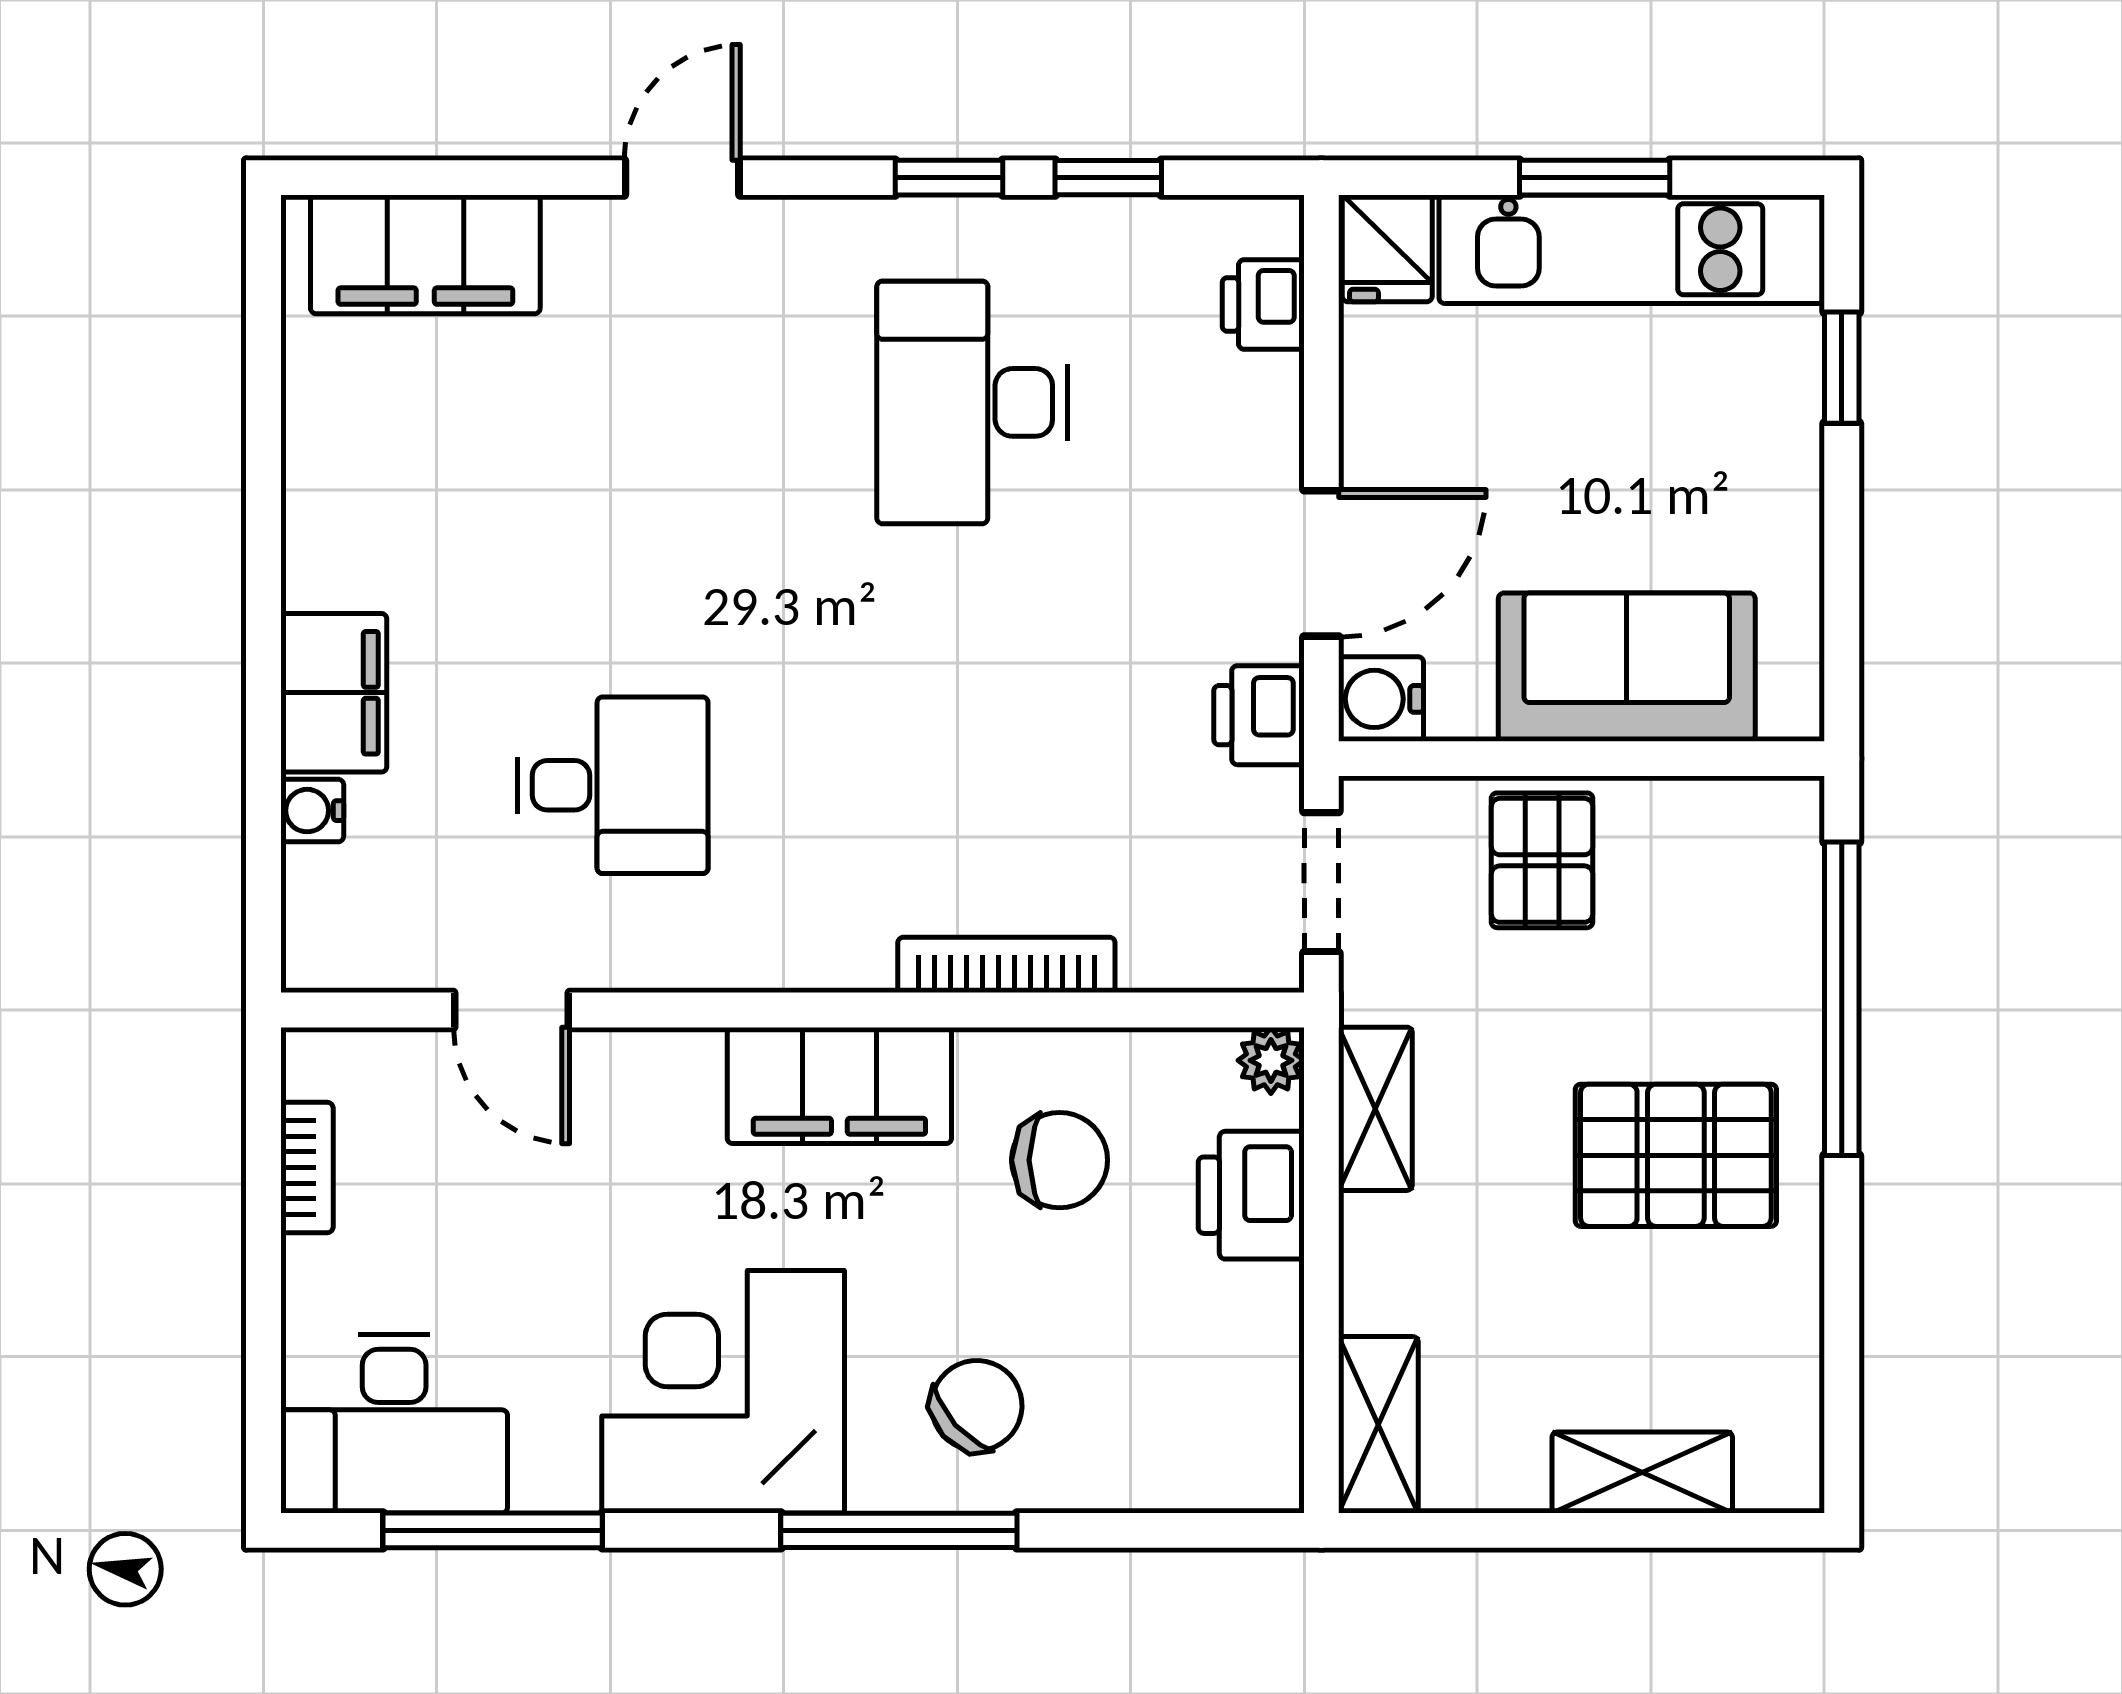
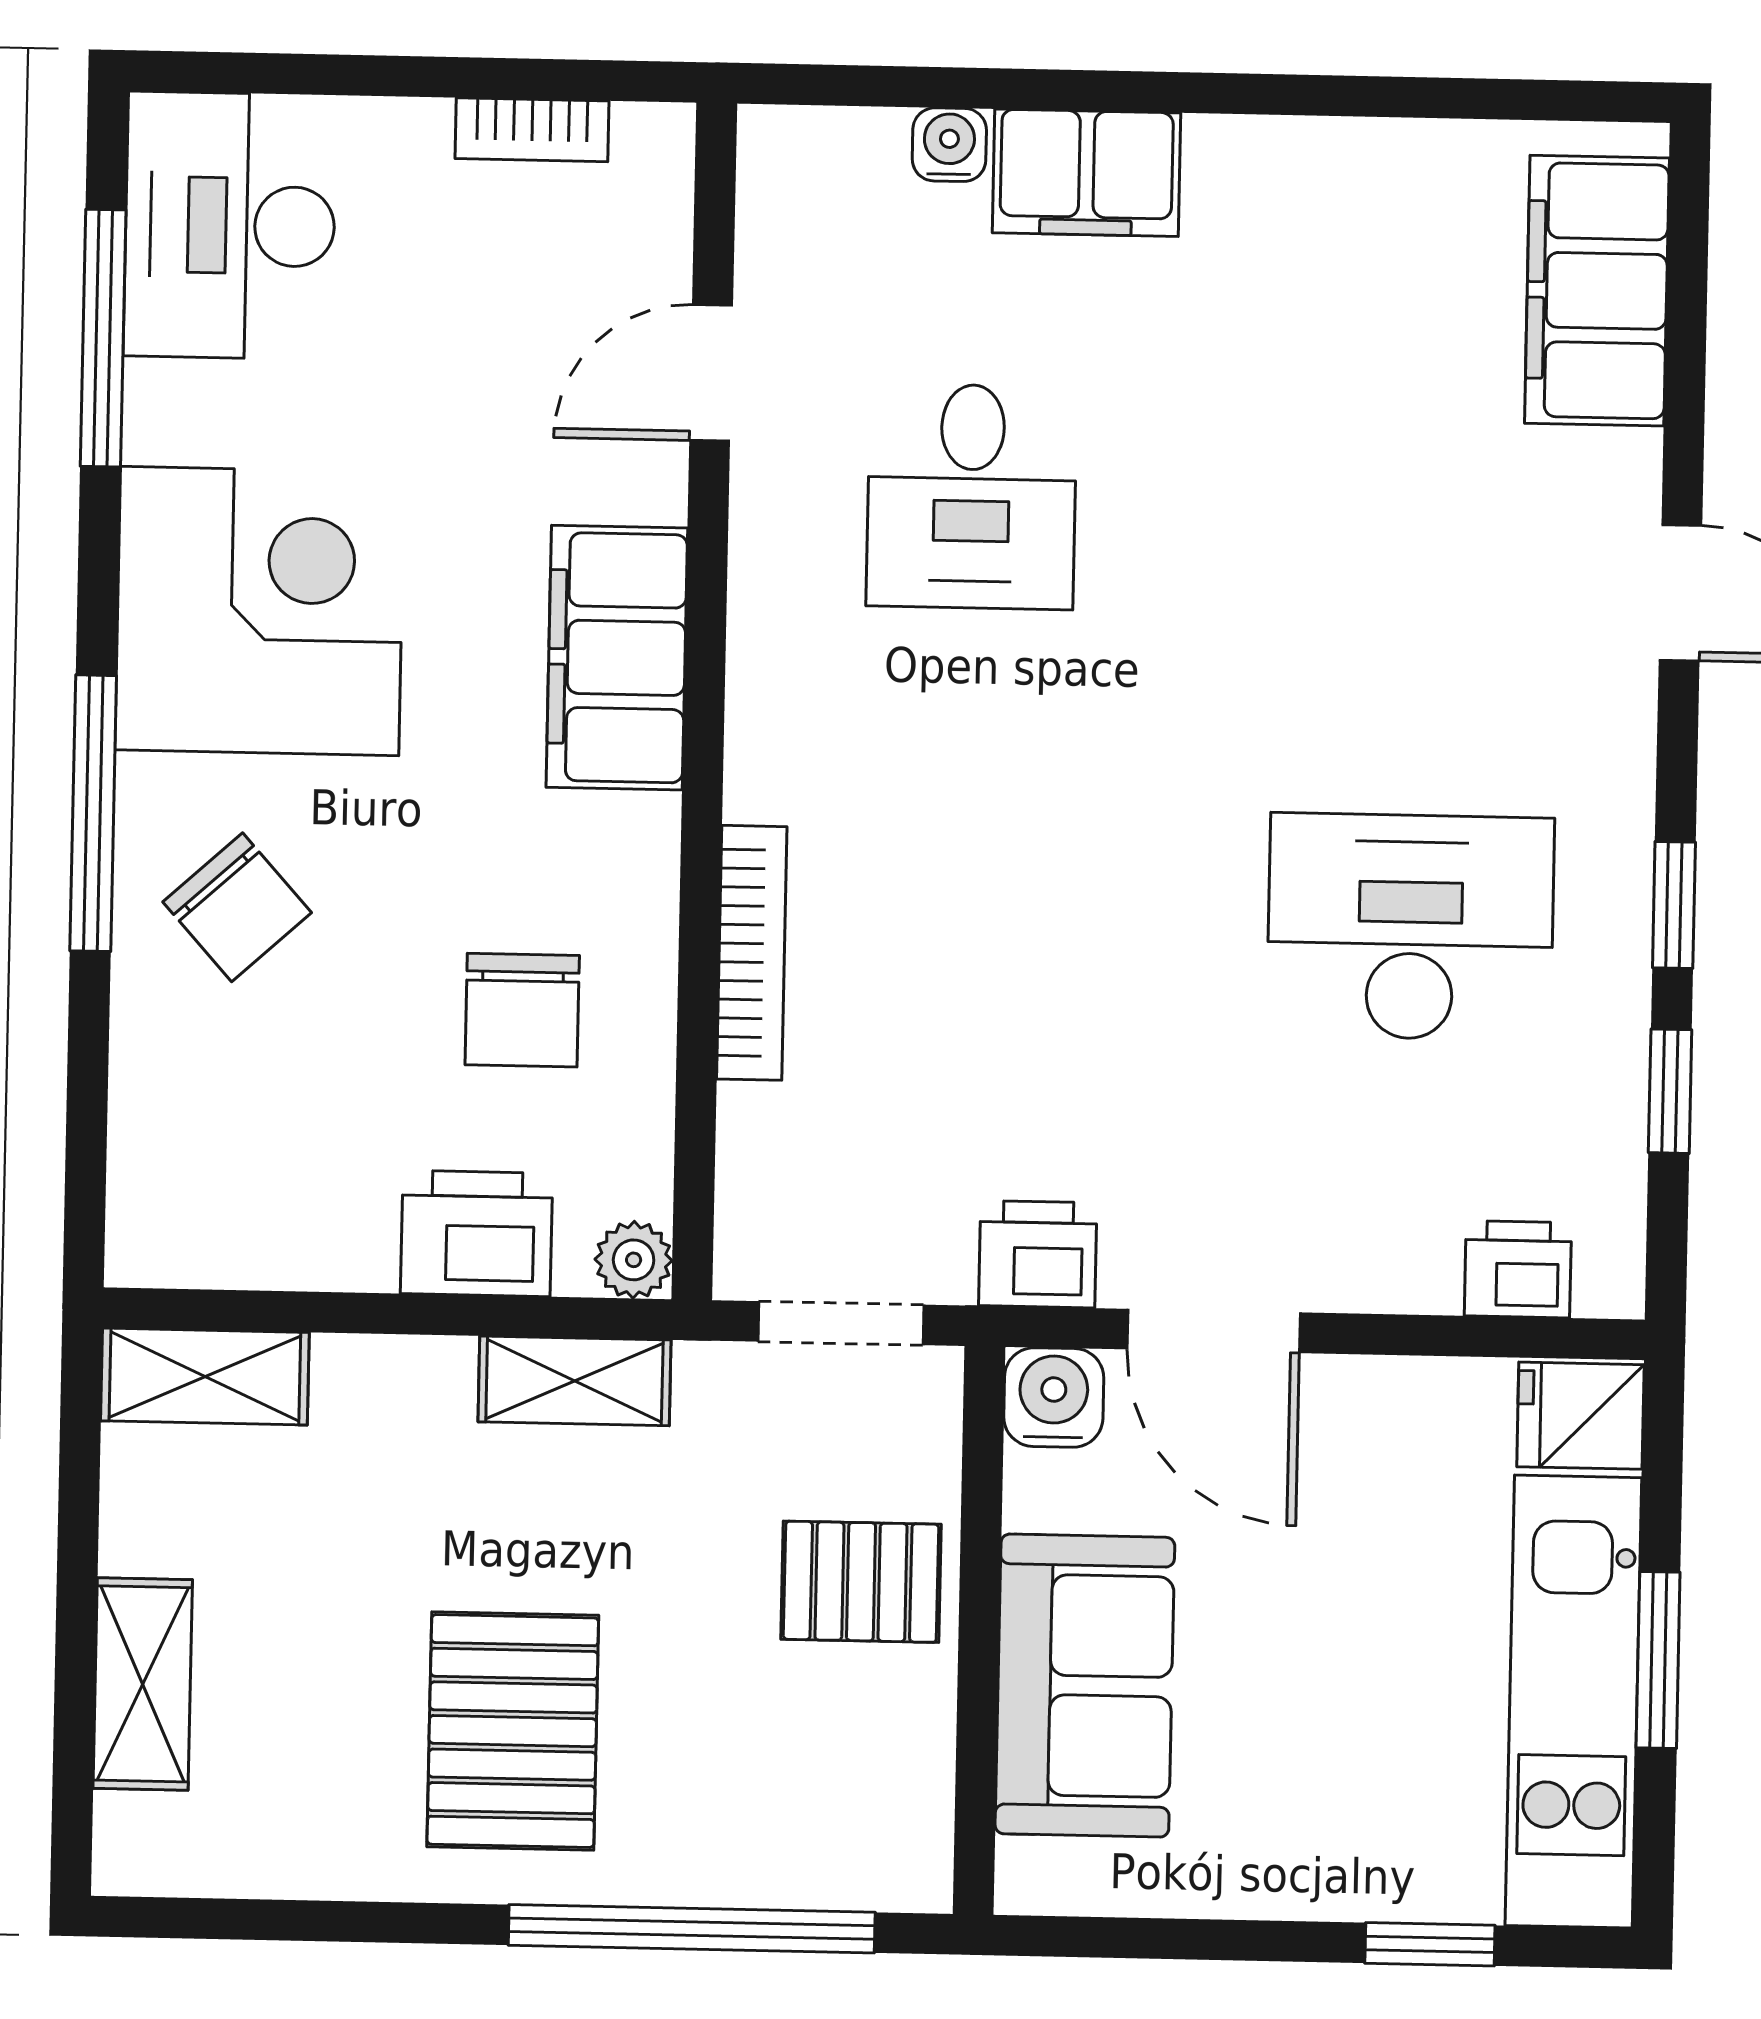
filing cabinet: (839, 1086) -> (617, 658), moved

